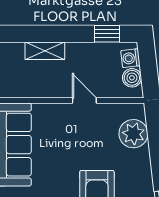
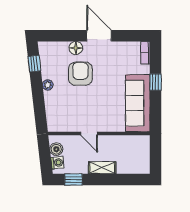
shelving: (45, 51) -> (102, 168), moved
plant: (133, 134) -> (48, 85), moved, width x0.53, depth x0.53

